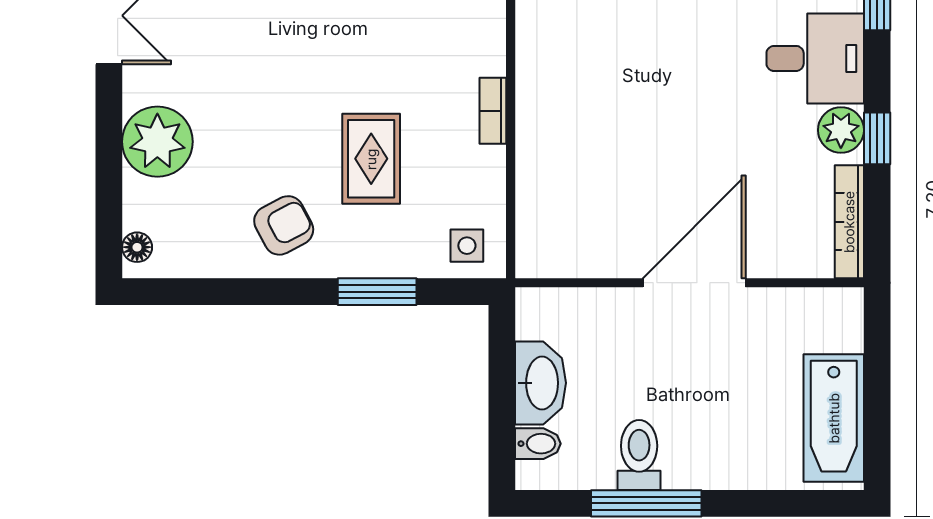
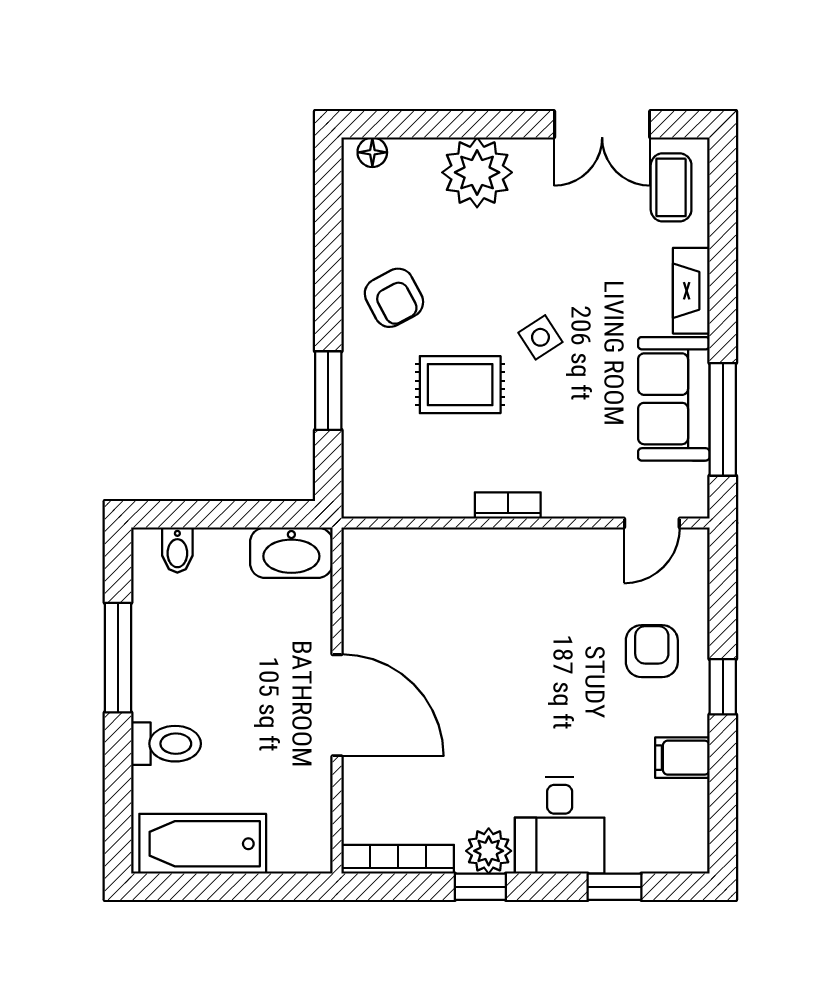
side table: (467, 246) -> (540, 337), moved, turned -33
washbasin: (541, 383) -> (291, 553), moved
toilet: (639, 455) -> (166, 744), moved

